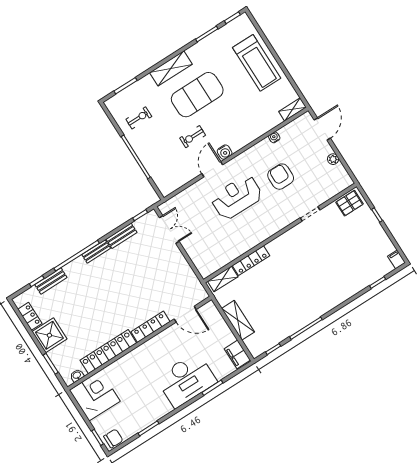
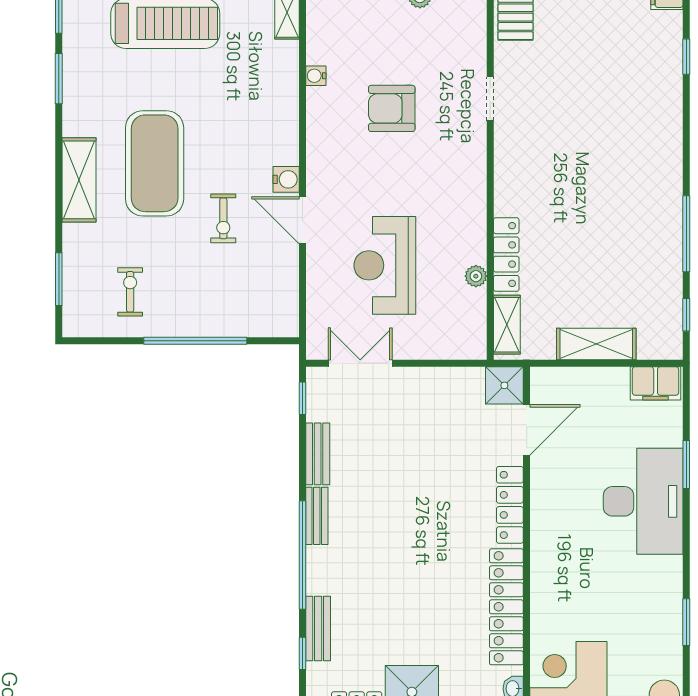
reception desk: (237, 197) -> (385, 265), moved
plant: (234, 254) -> (476, 276), added
shower: (197, 294) -> (504, 385), added

